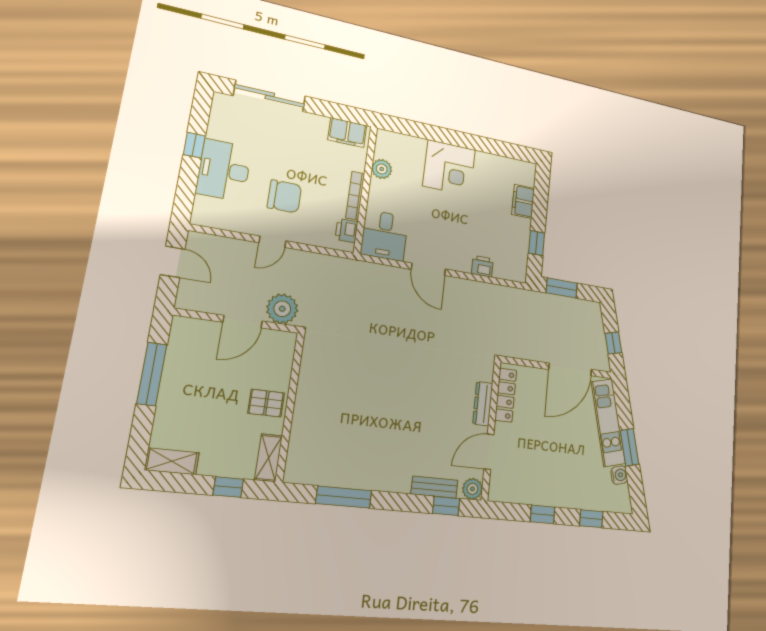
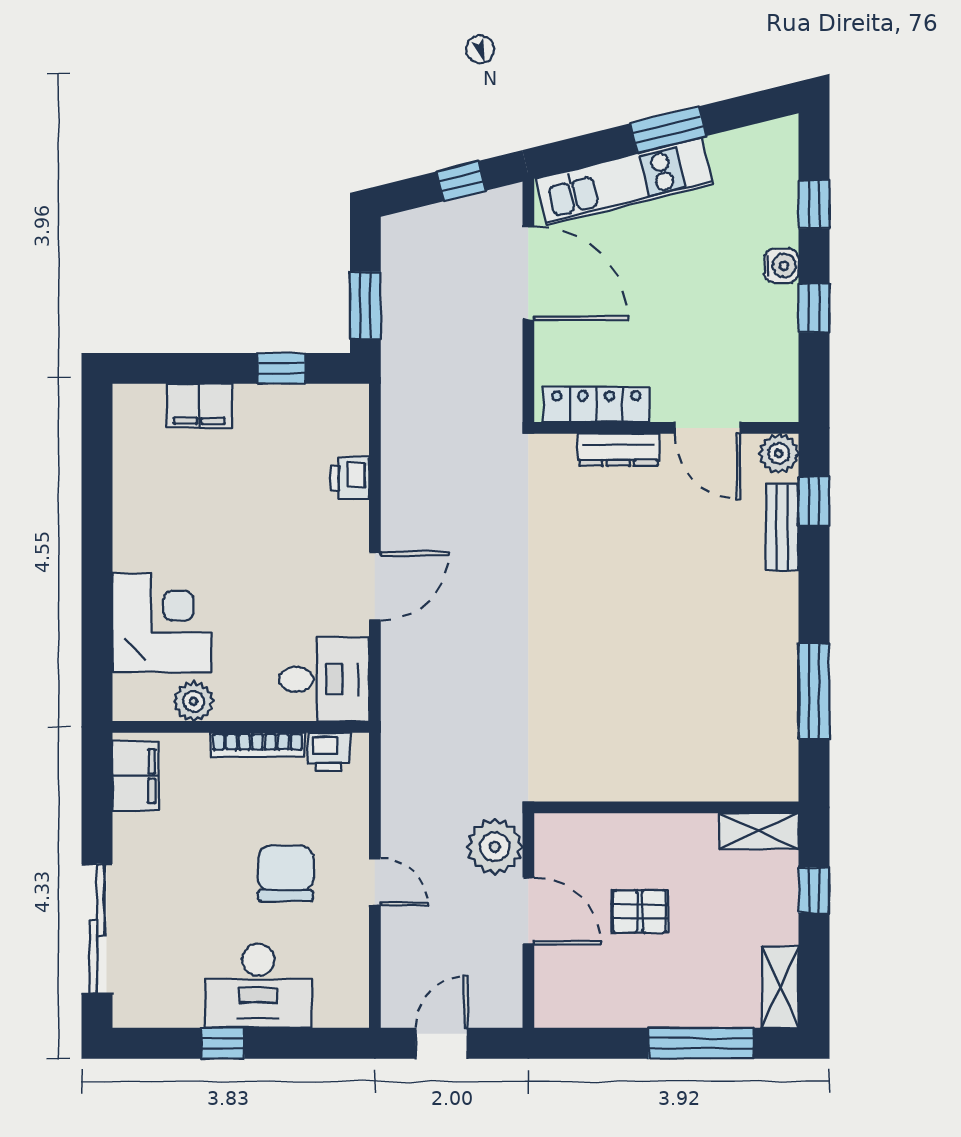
corner desk: (449, 168) -> (162, 623), moved
window: (152, 374) -> (701, 1043), moved
pallet: (266, 403) -> (639, 911), moved, turned 90
water cooler: (619, 475) -> (781, 266), moved, turned 104

